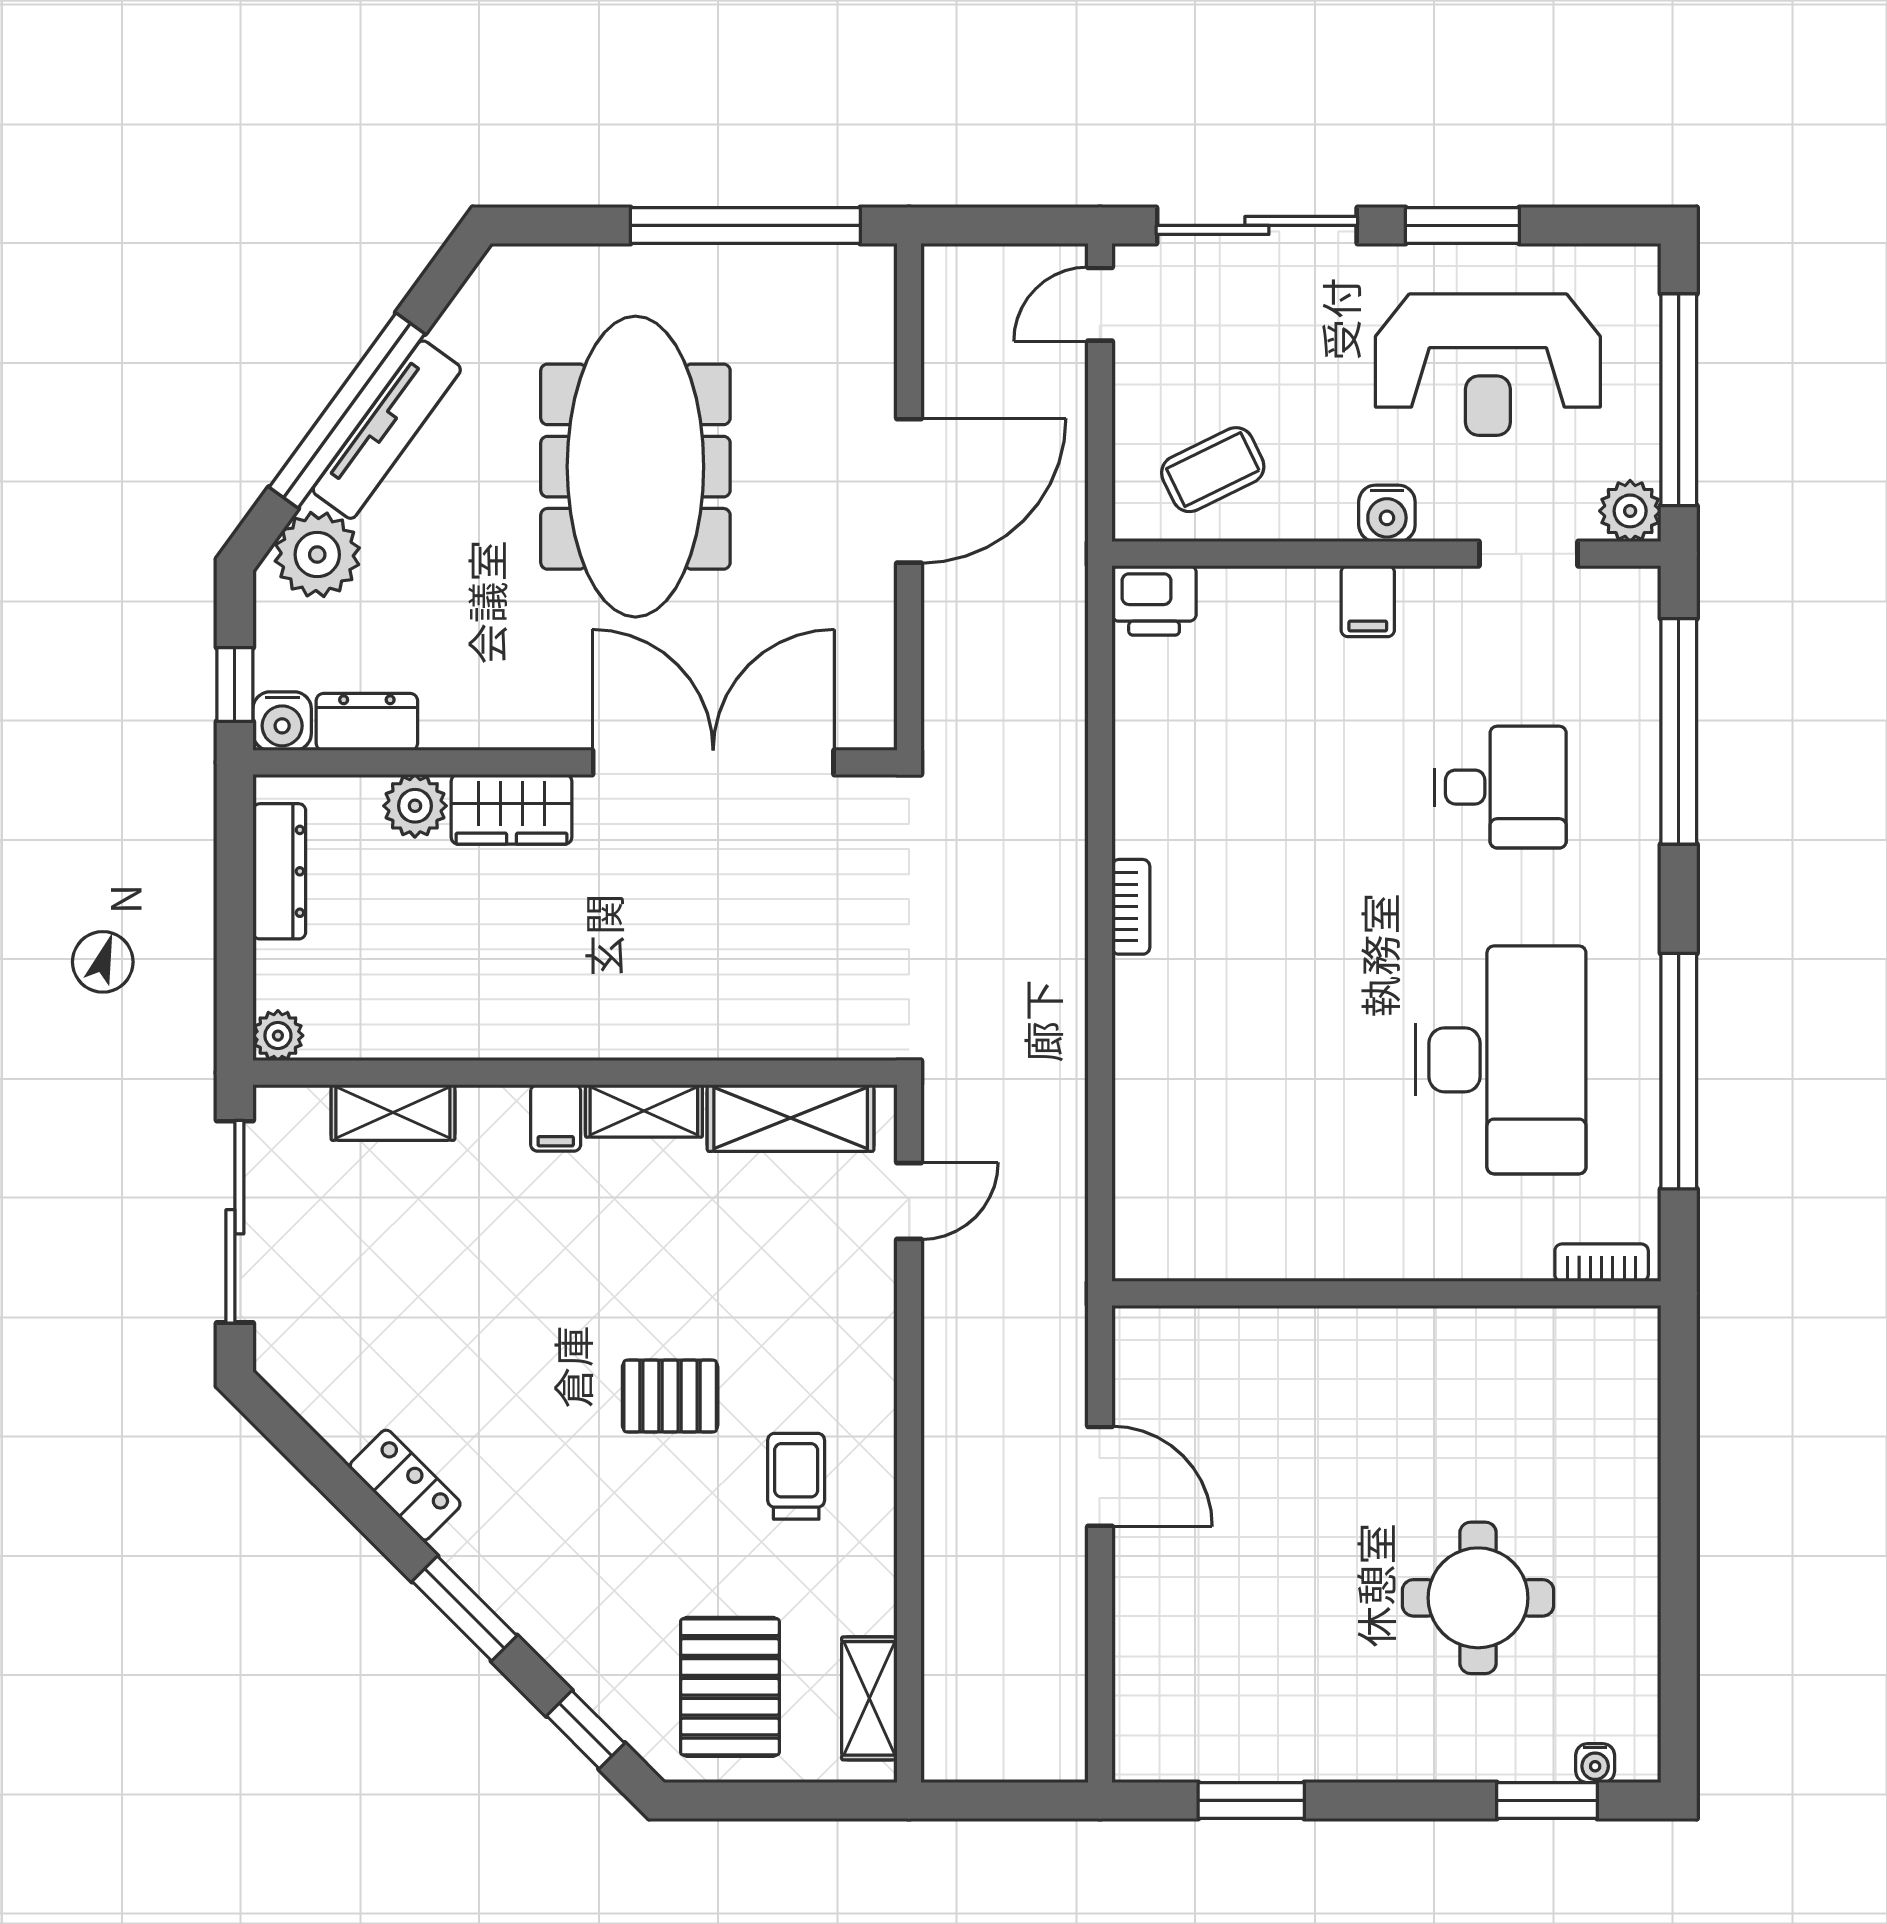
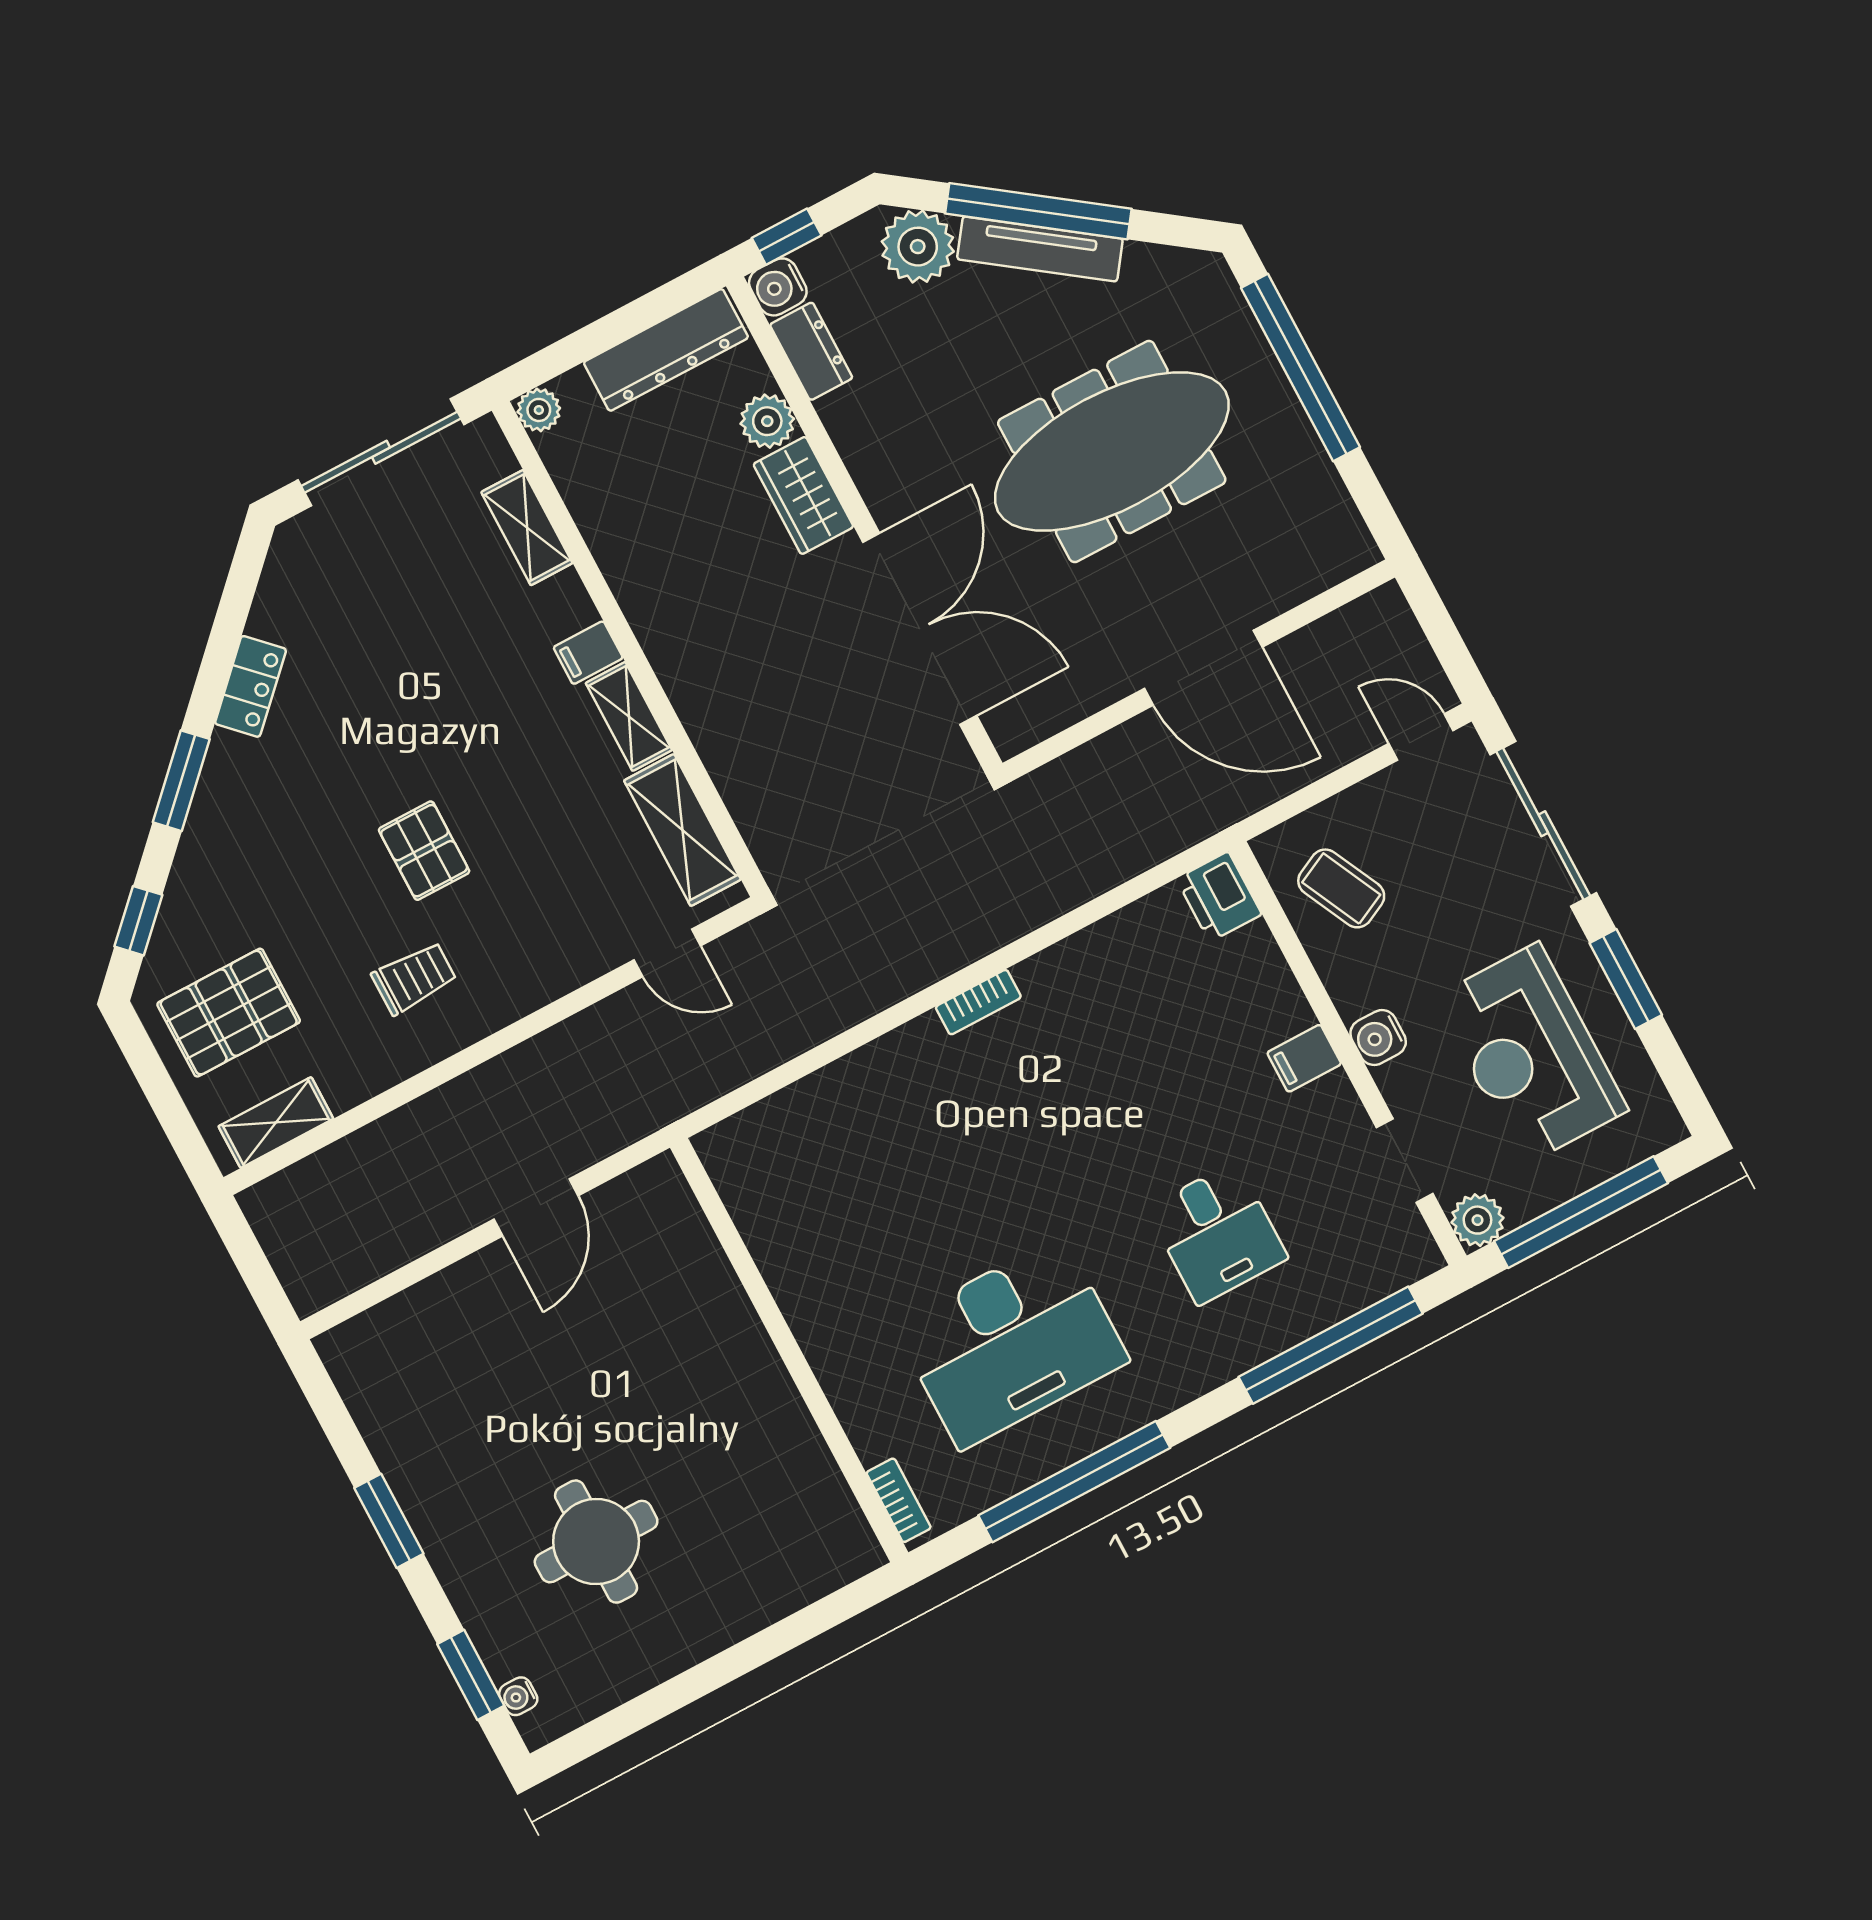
window: (745, 225) -> (1301, 367), moved
dresser: (279, 871) -> (666, 350), width x1.37, depth x1.24
window: (1251, 1800) -> (389, 1521), moved

